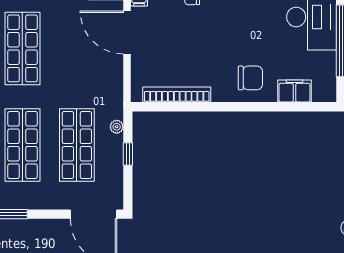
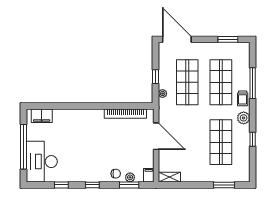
door: (127, 32) -> (156, 136), moved
chair: (250, 78) -> (80, 124), removed
filing cabinet: (294, 91) -> (42, 116), moved

